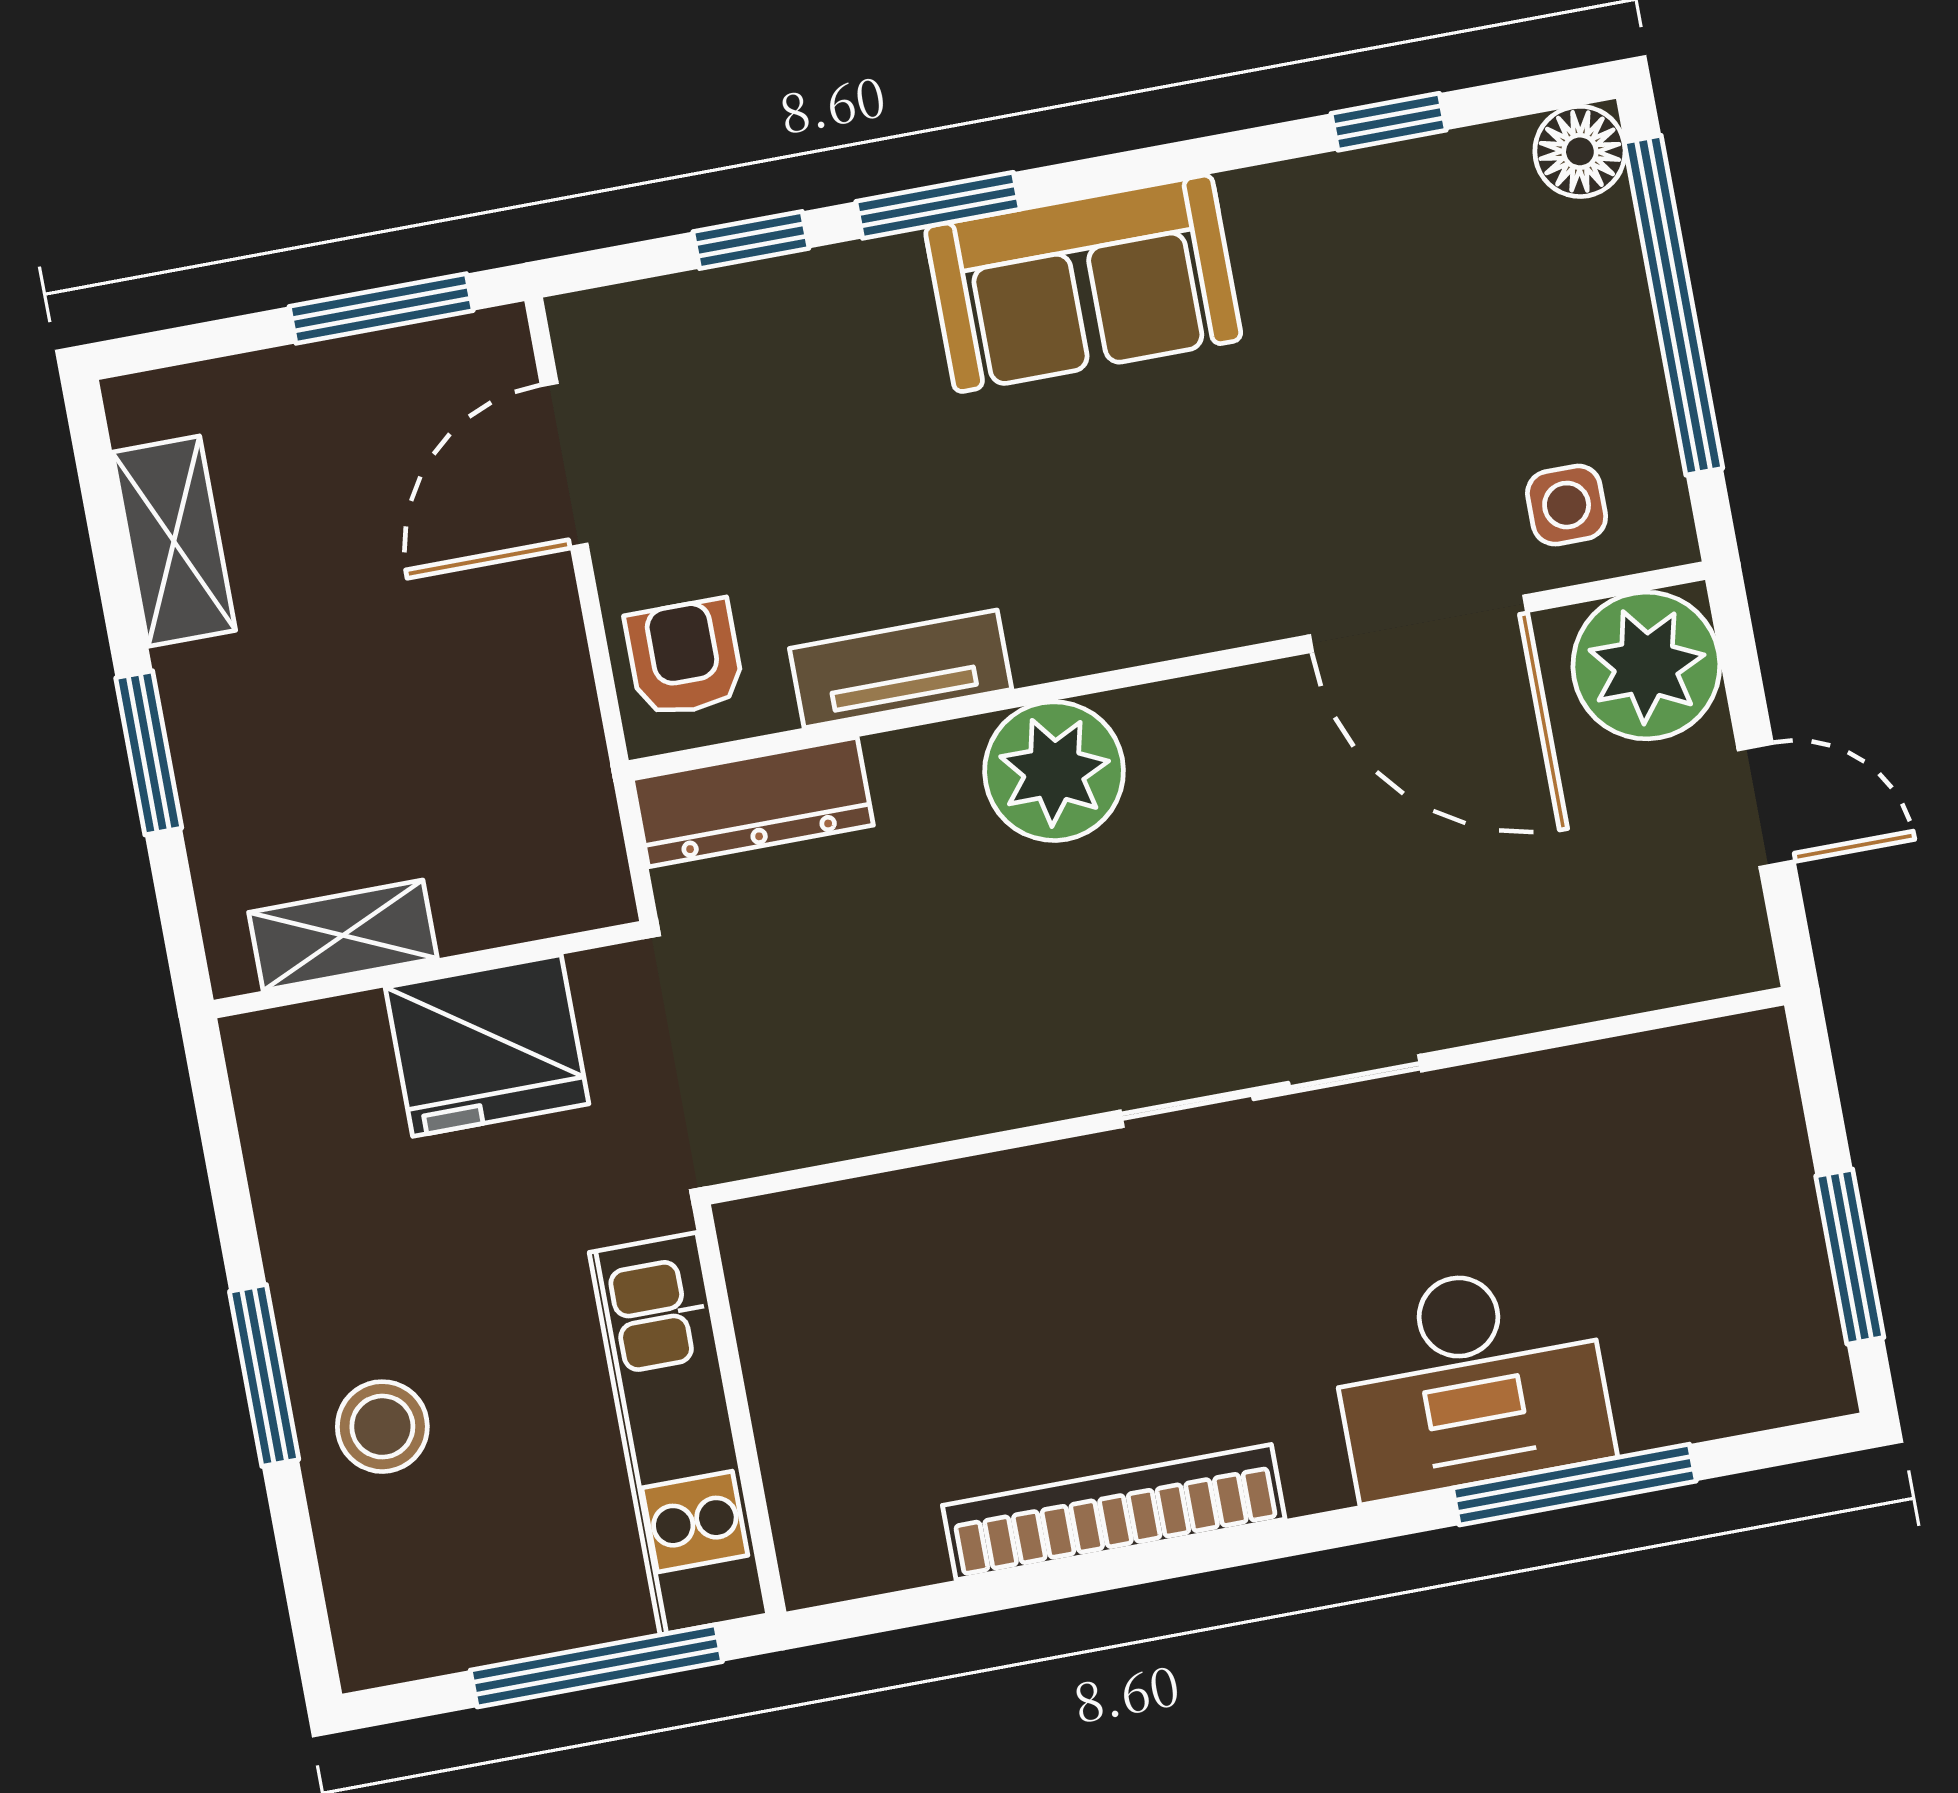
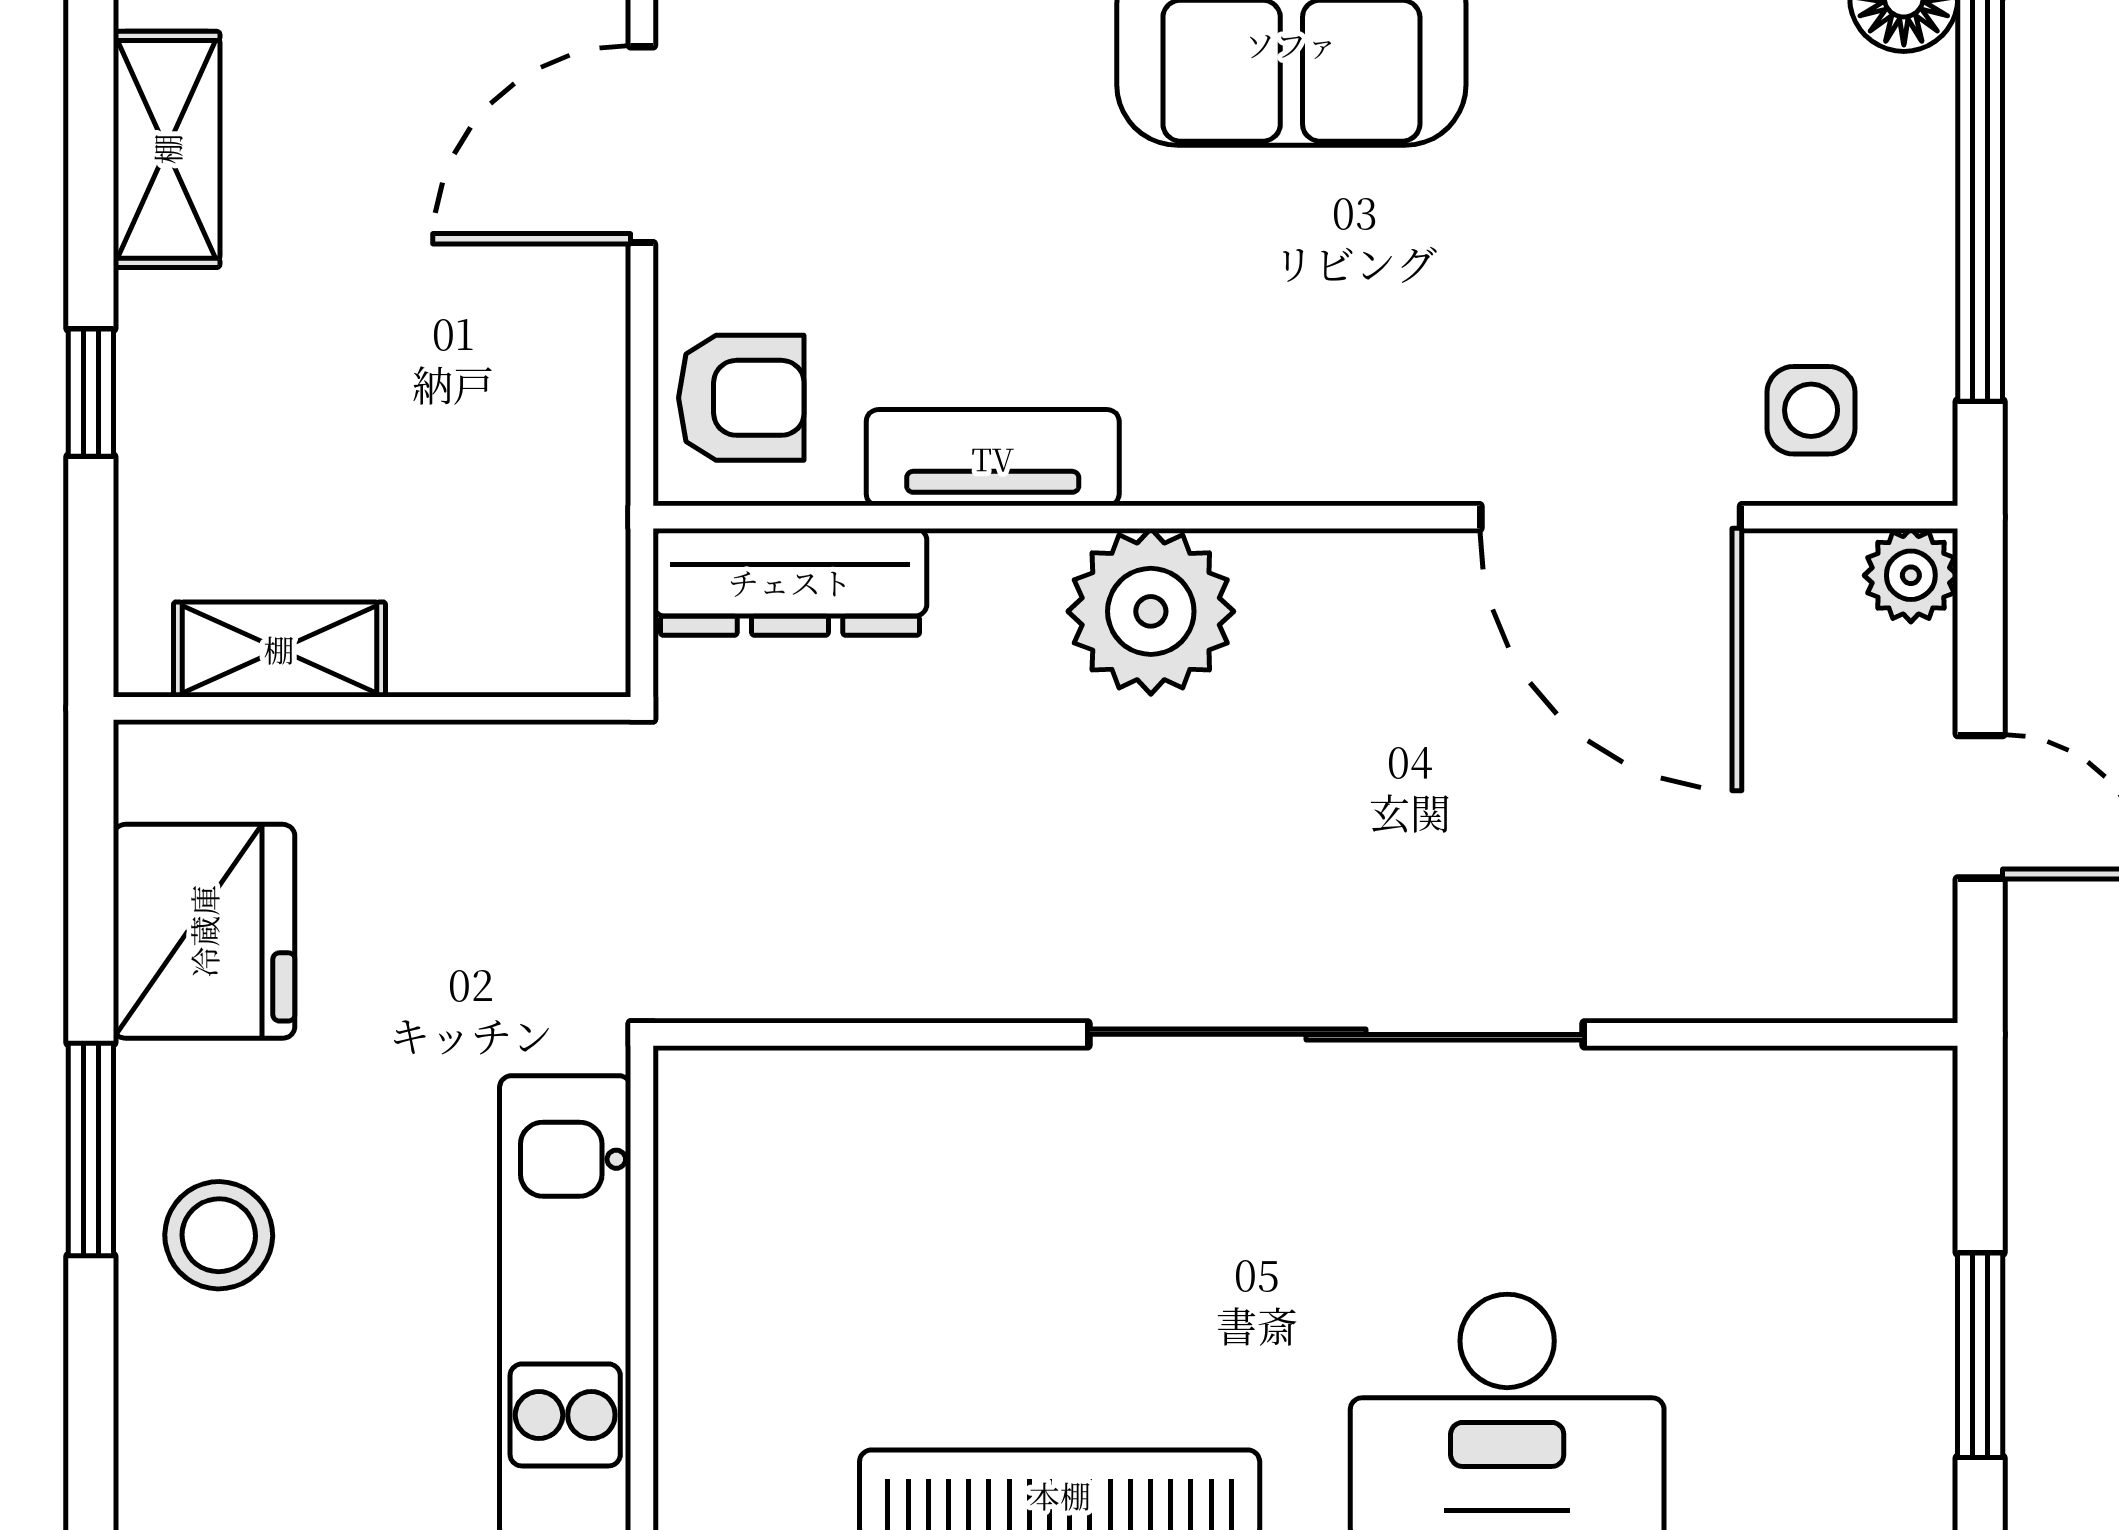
armchair: (685, 658) -> (741, 398), turned 90
plant: (1646, 666) -> (1911, 575), width x0.53, depth x0.53
window: (149, 753) -> (91, 393), width x0.67
fridge: (487, 1046) -> (204, 931), moved, turned -90
sliding door: (1271, 1091) -> (1336, 1034), width x1.36

